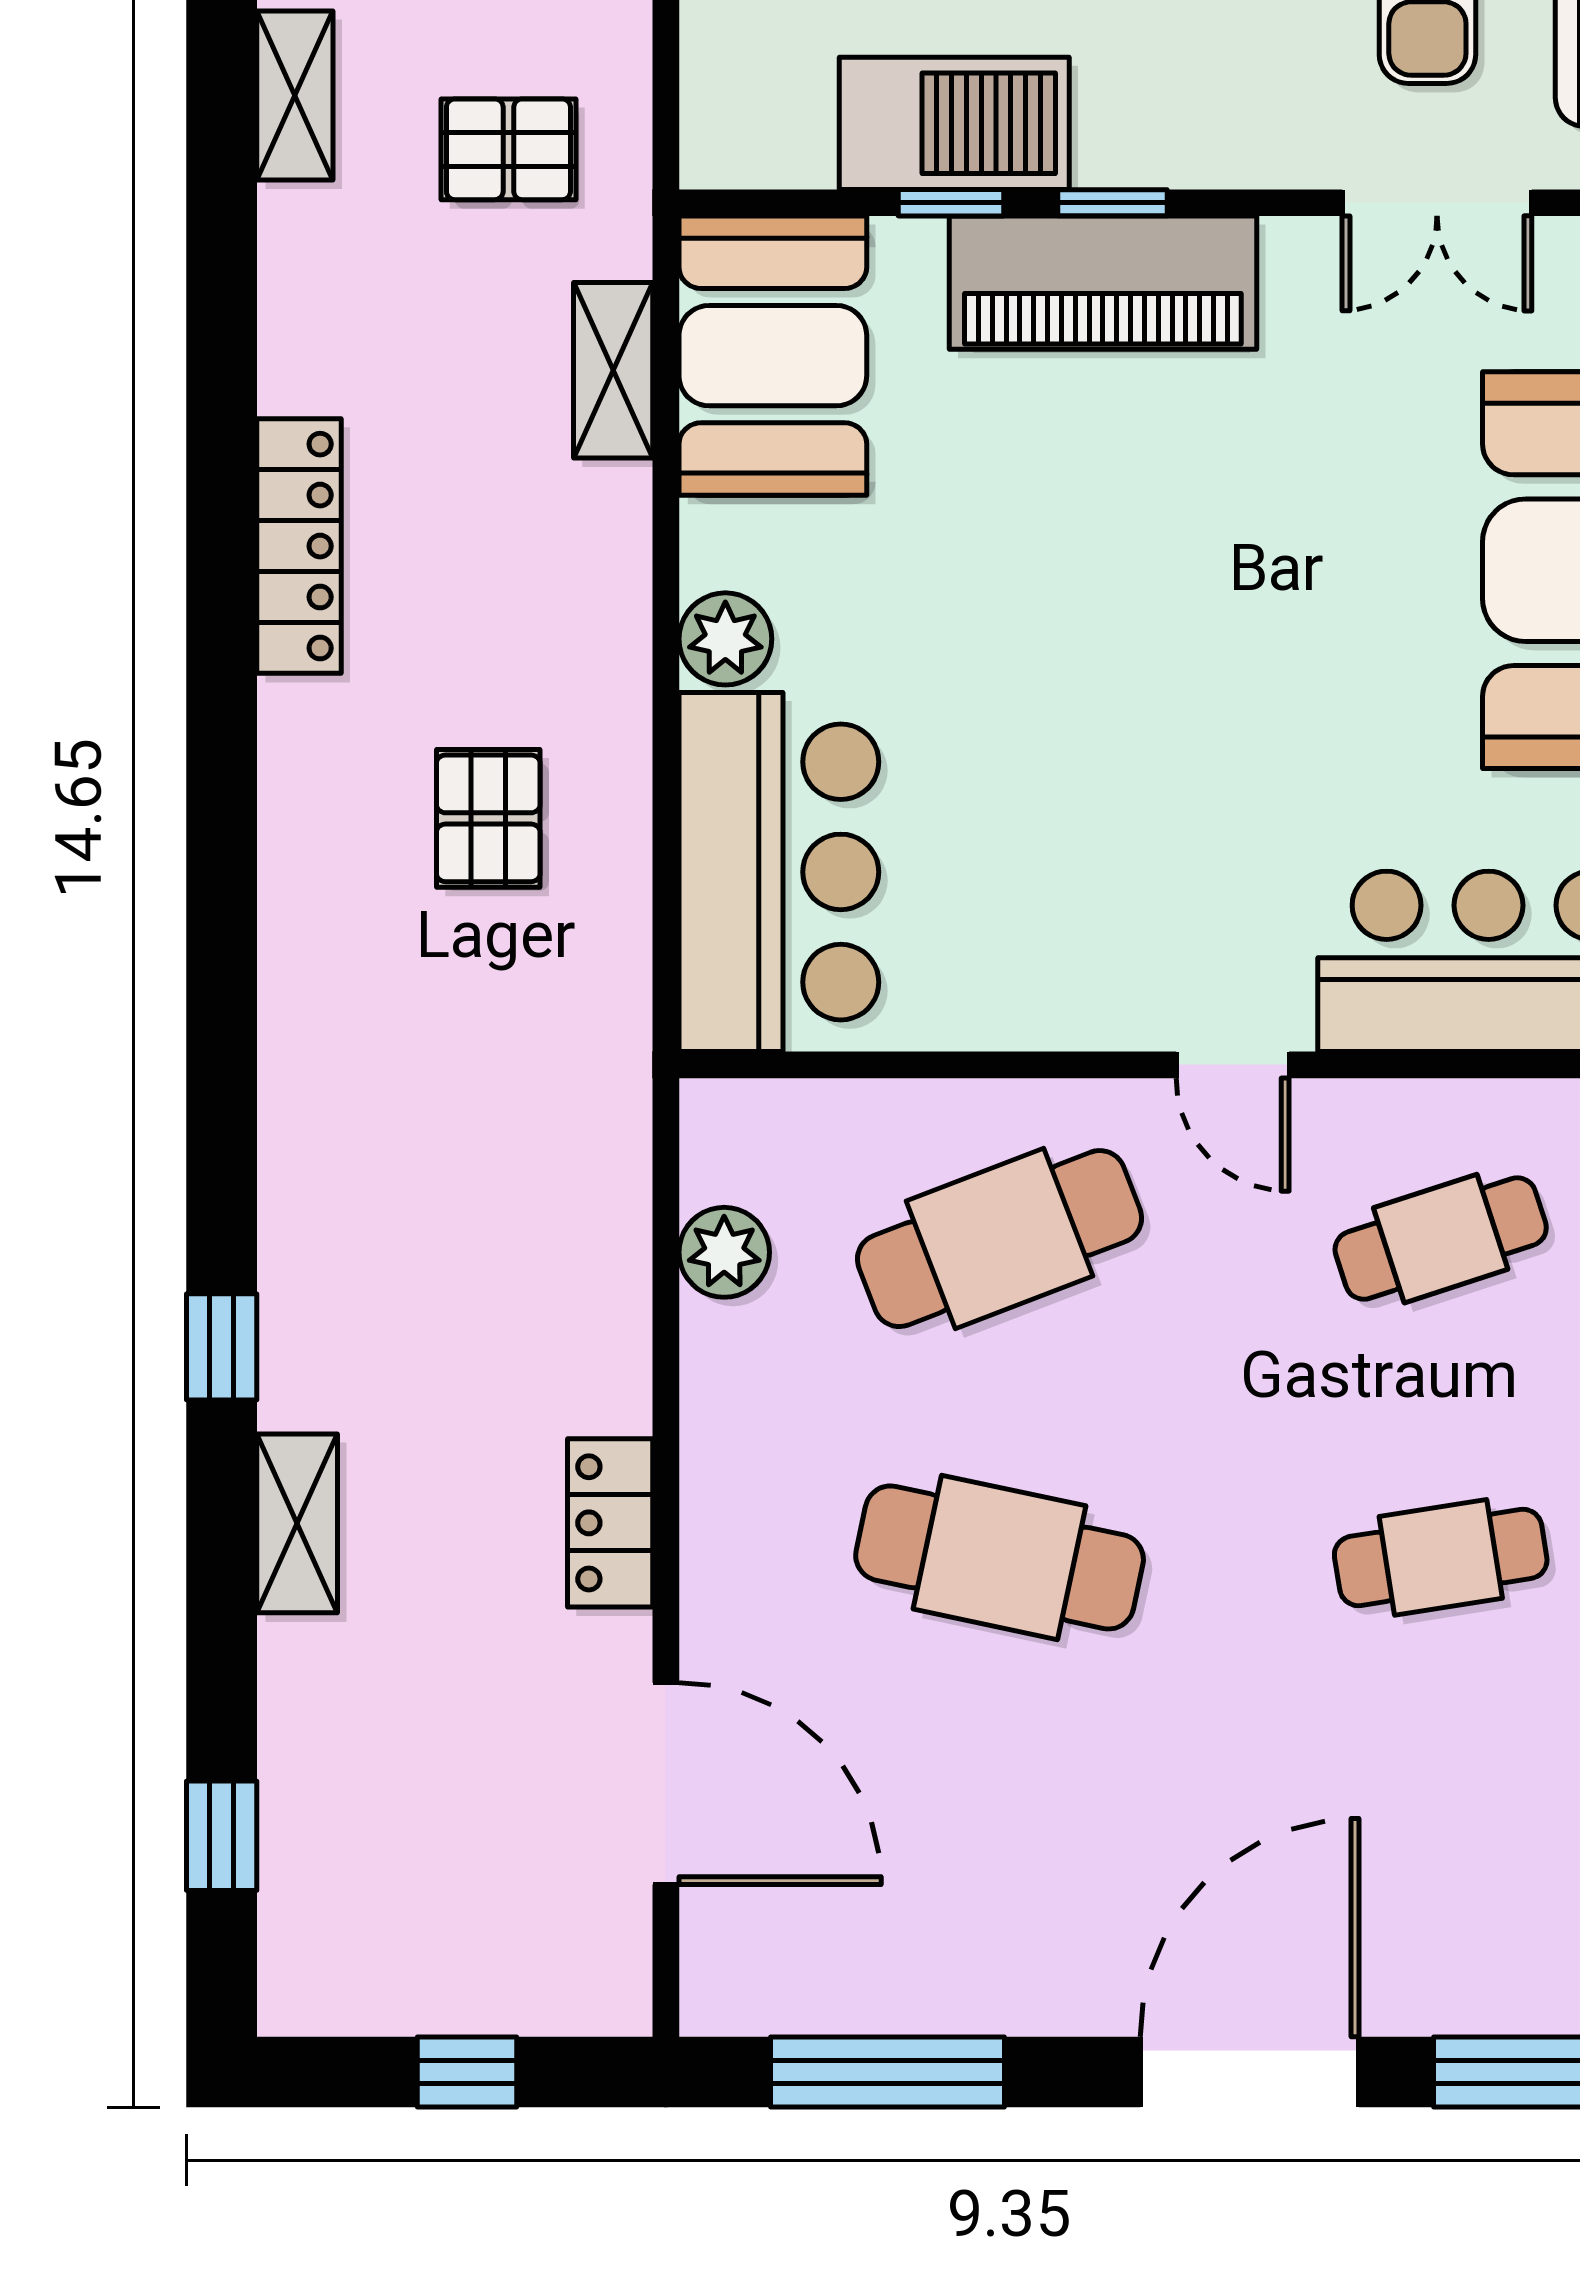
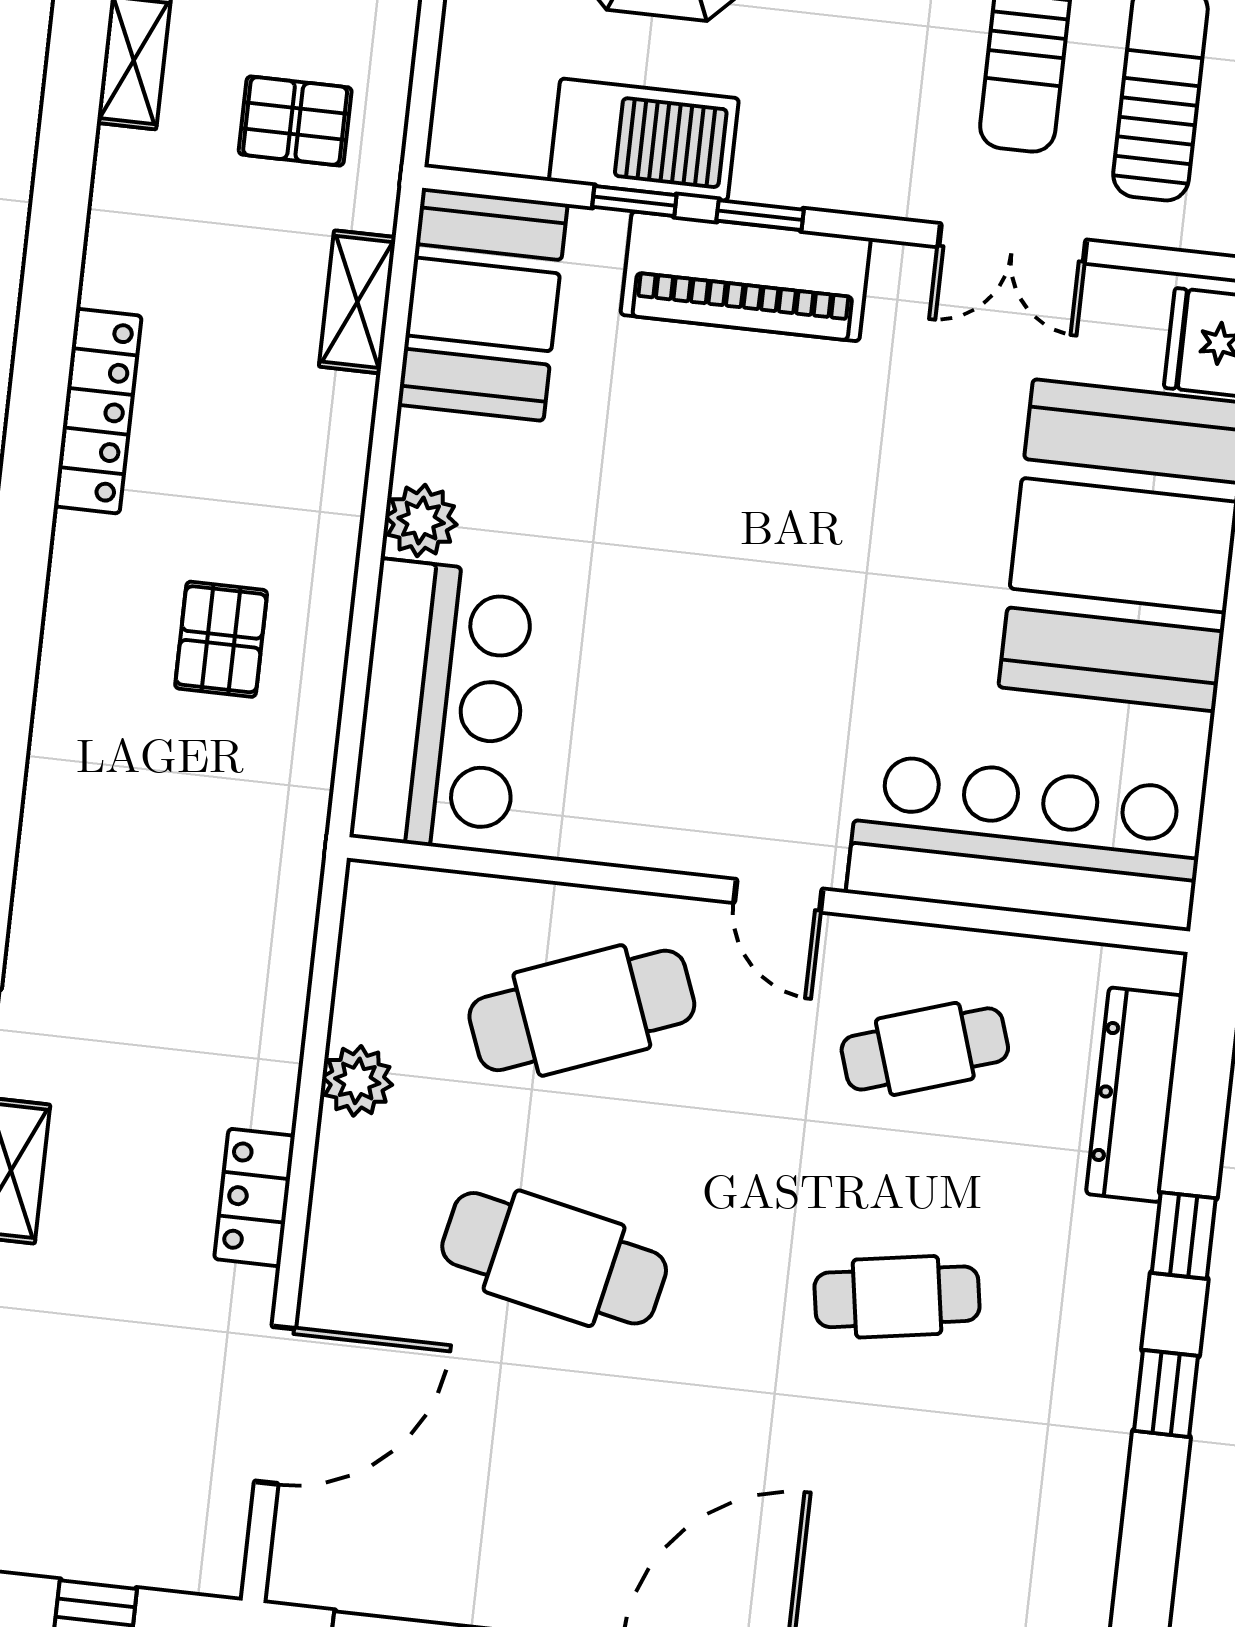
plant: (724, 1252) -> (357, 1081), moved
door: (666, 1784) -> (275, 1405), hinge flipped

